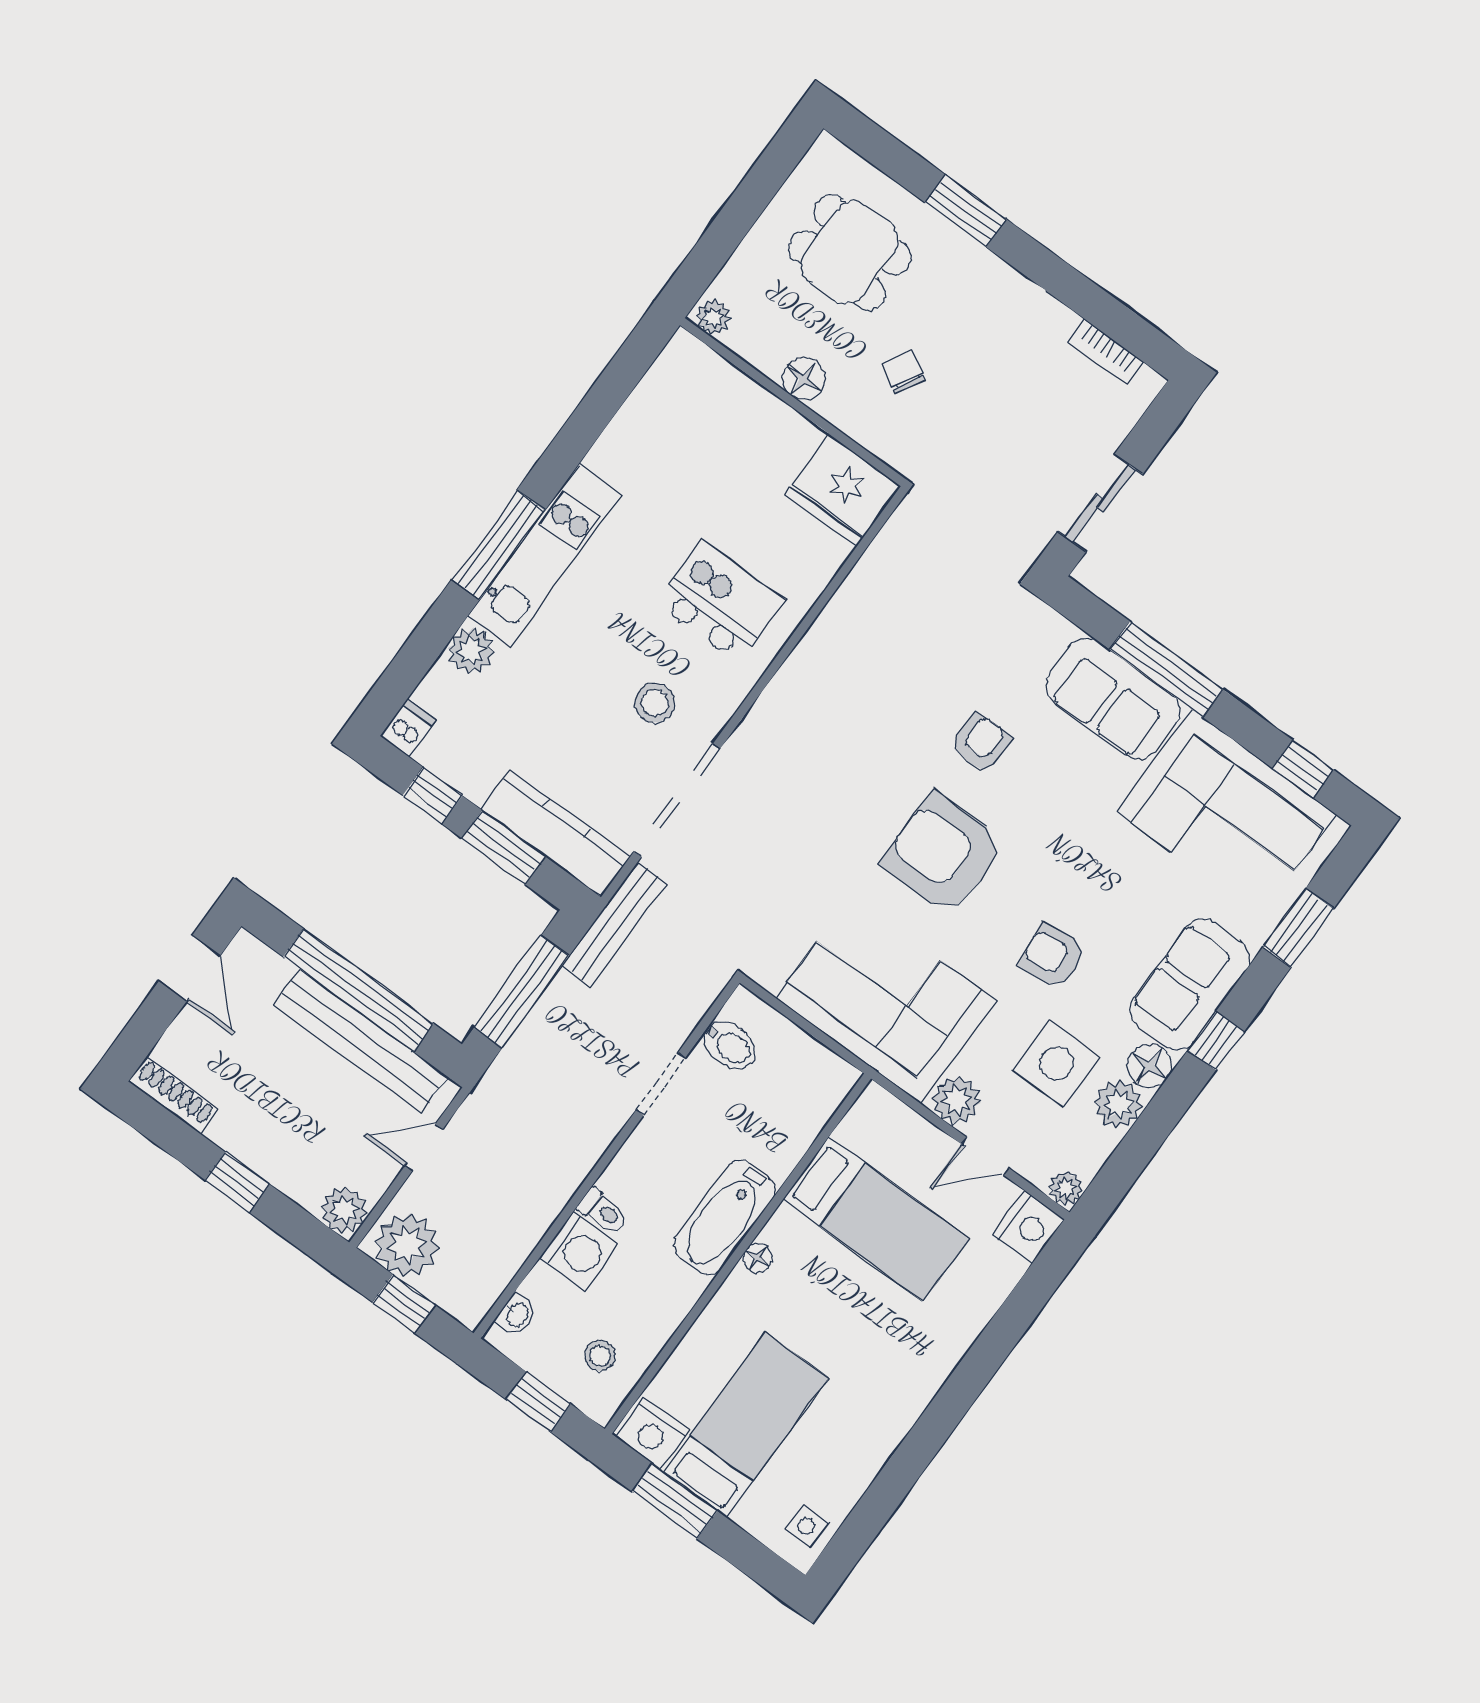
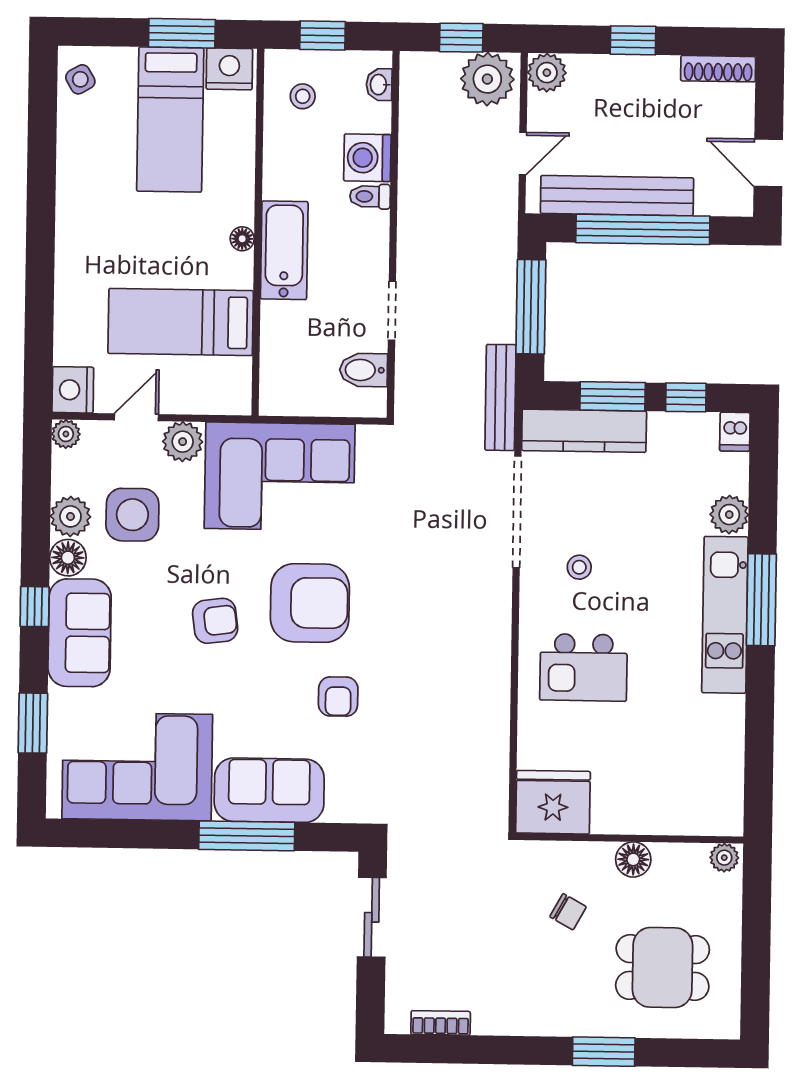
stool: (655, 703) -> (579, 567), width x0.73, depth x0.73
window: (1303, 769) -> (106, 834), removed
armchair: (1053, 956) -> (215, 621), moved
side table: (806, 1526) -> (80, 79), turned -30

